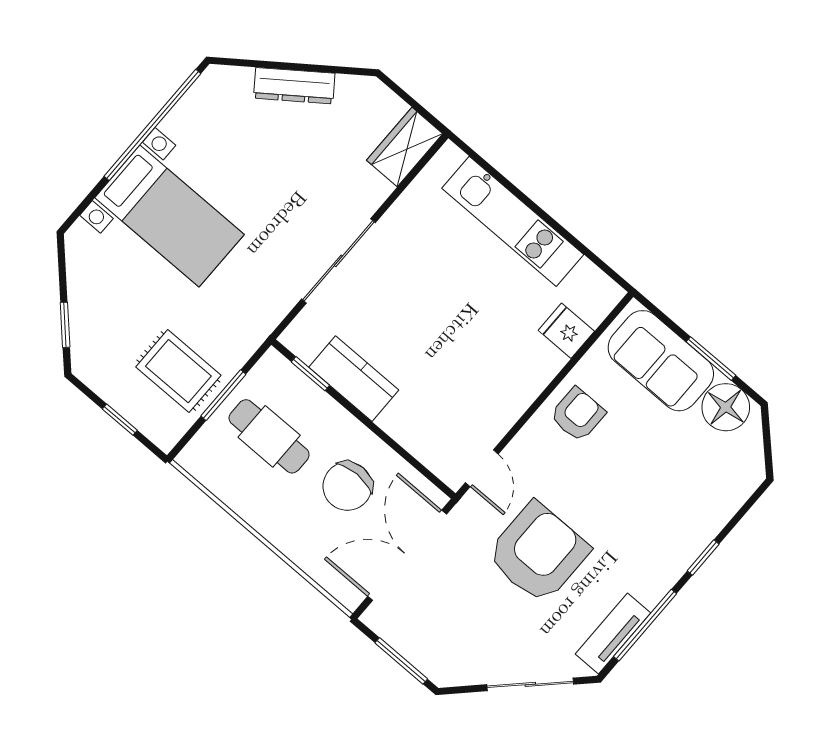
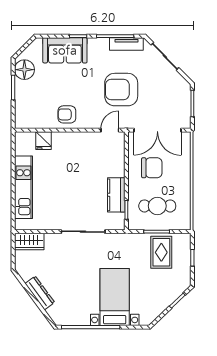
sofa: (661, 361) -> (65, 50), moved, turned 90
cafe table: (269, 436) -> (157, 206), turned 90

